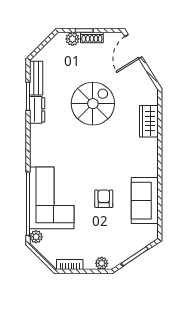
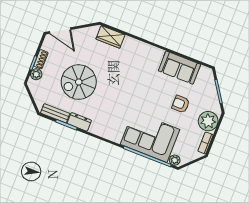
spiral stairs: (93, 104) -> (79, 82), moved, turned -90
wardrobe: (149, 121) -> (110, 37), moved
armchair: (104, 199) -> (181, 104), moved
plant: (102, 263) -> (208, 121), width x1.88, depth x1.88

